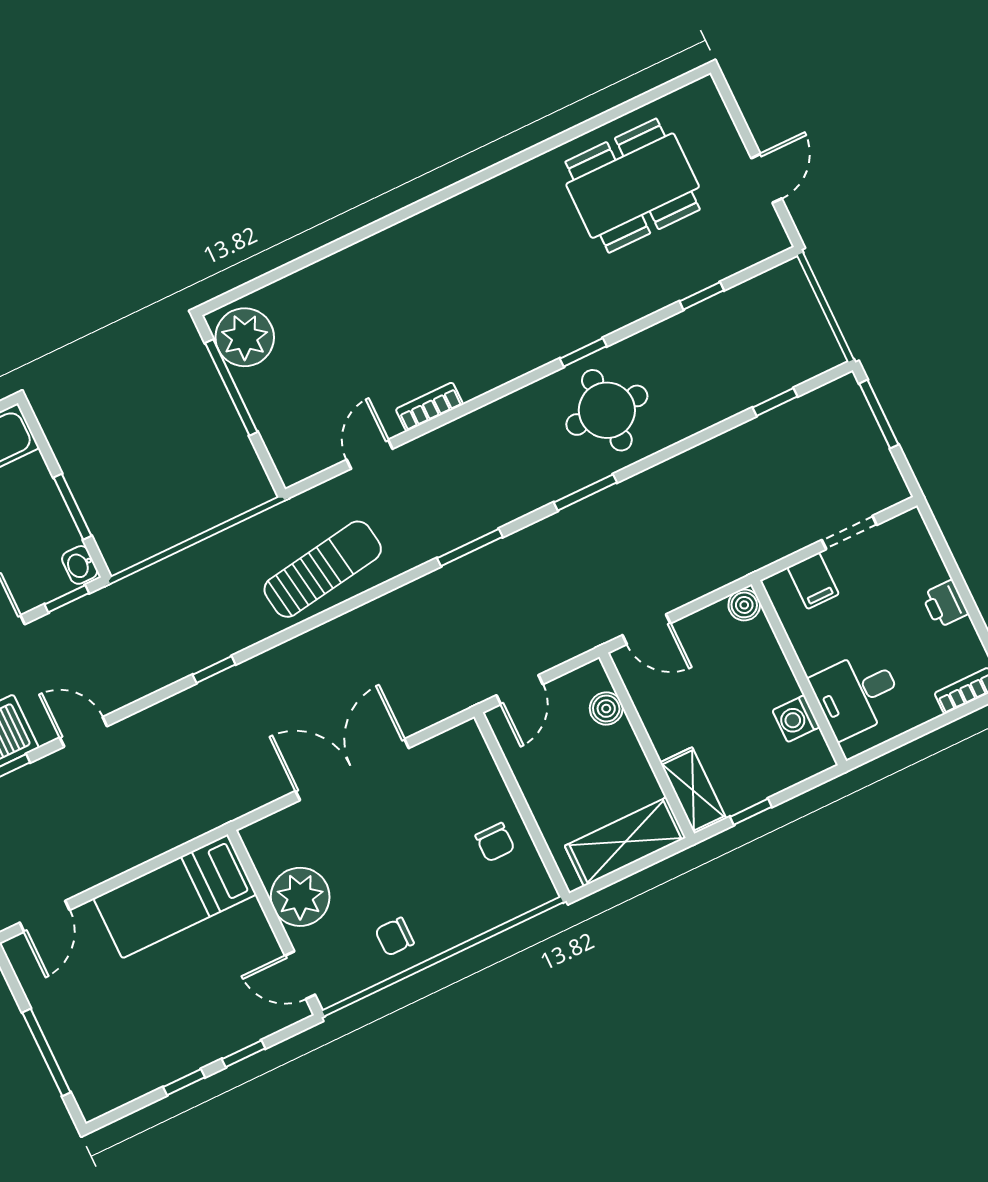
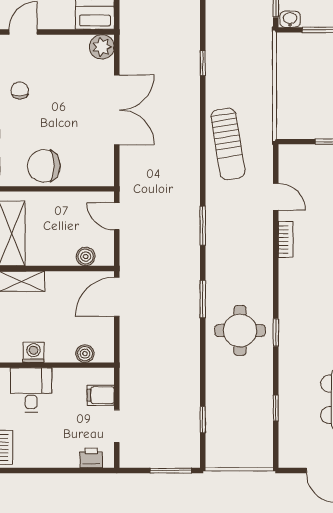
printer: (945, 604) -> (91, 458), moved
boiler: (744, 605) -> (85, 354), moved
door: (646, 629) -> (117, 297), width x1.38
chair: (495, 842) -> (44, 166), width x1.87, depth x1.87
plant: (300, 897) -> (102, 47), moved, width x0.73, depth x0.73

